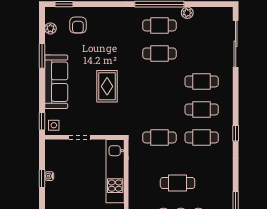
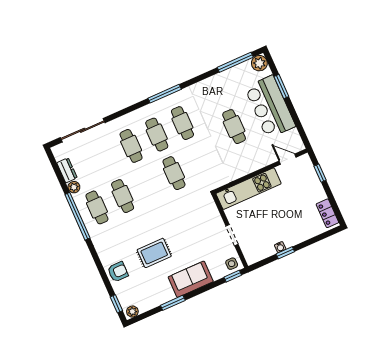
dresser: (205, 13) -> (67, 170), added
armchair: (78, 25) -> (118, 272), moved
plant: (50, 28) -> (132, 312), moved
sofa: (56, 82) -> (191, 279), width x0.73
rug: (107, 86) -> (154, 253), moved
window: (236, 133) -> (165, 94), width x2.17
cafe table: (159, 137) -> (174, 173), moved

